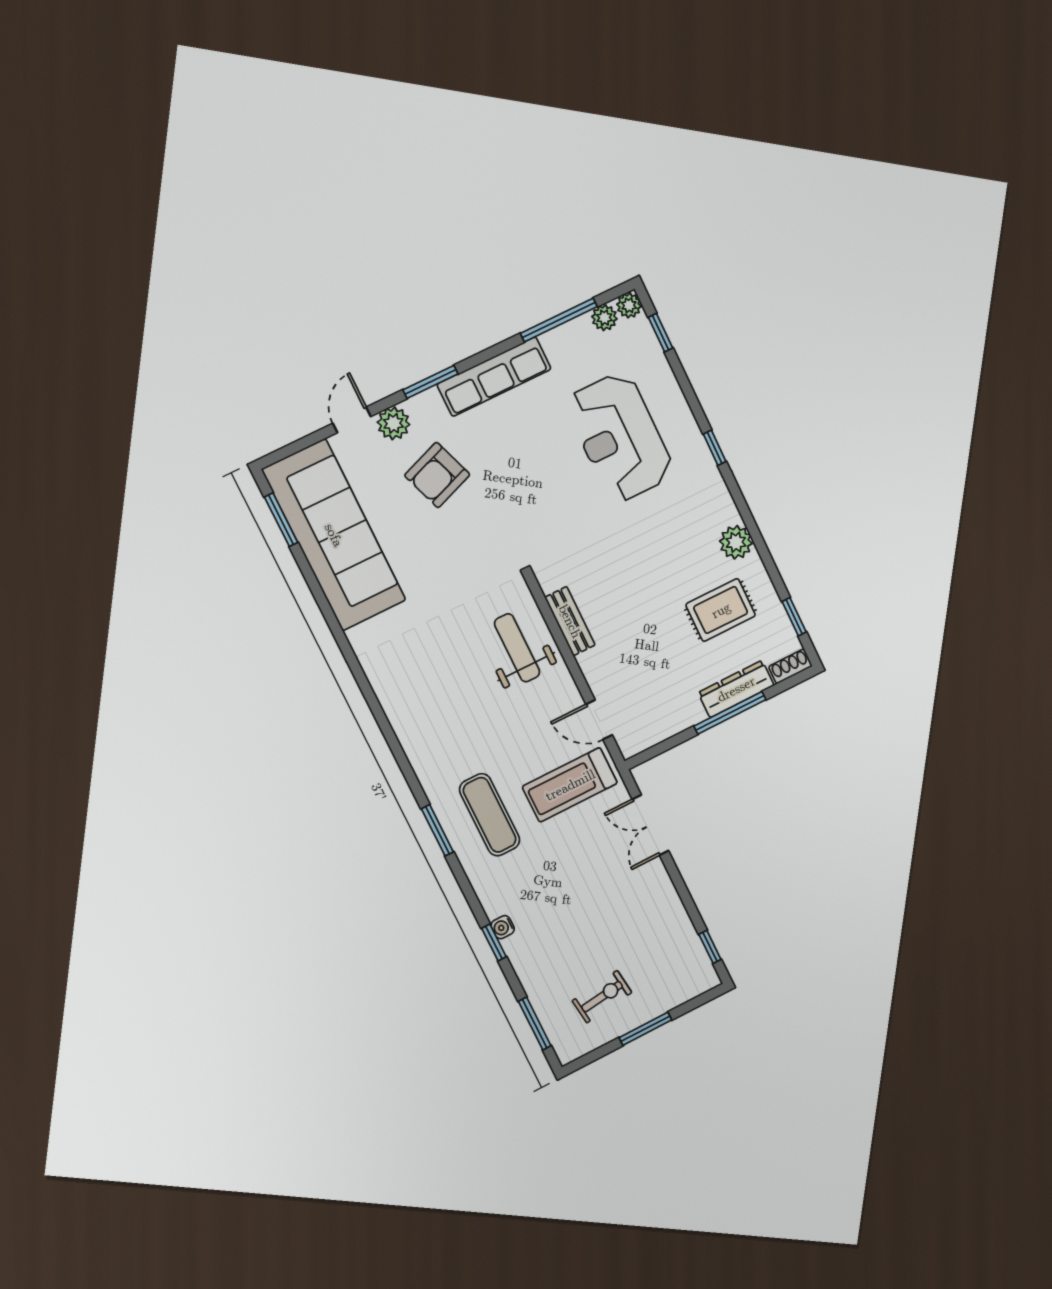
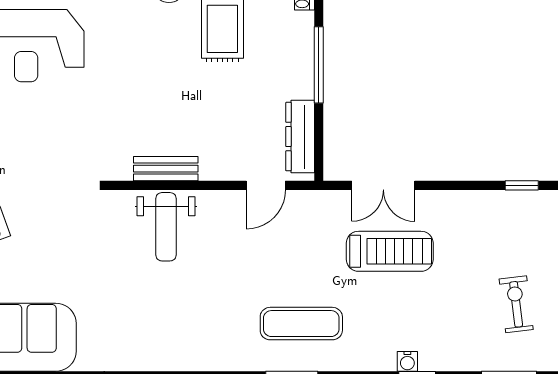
weight bench: (517, 648) -> (166, 227), turned -90
dresser: (736, 689) -> (300, 137), moved
treadmill: (570, 785) -> (390, 251), moved, turned -90

